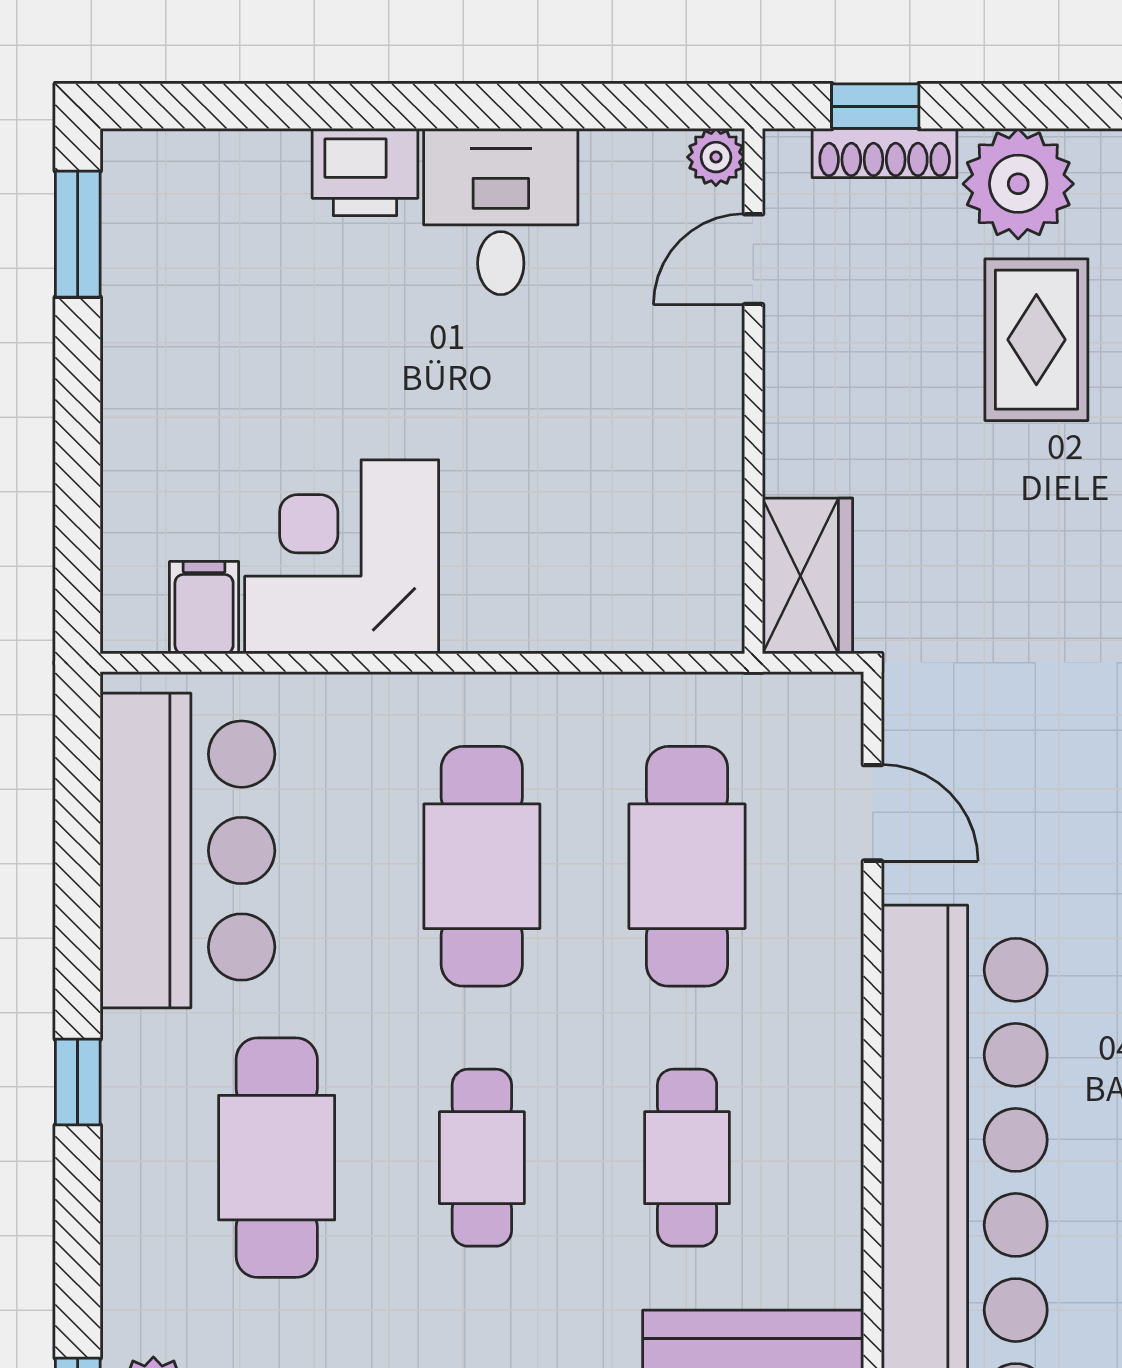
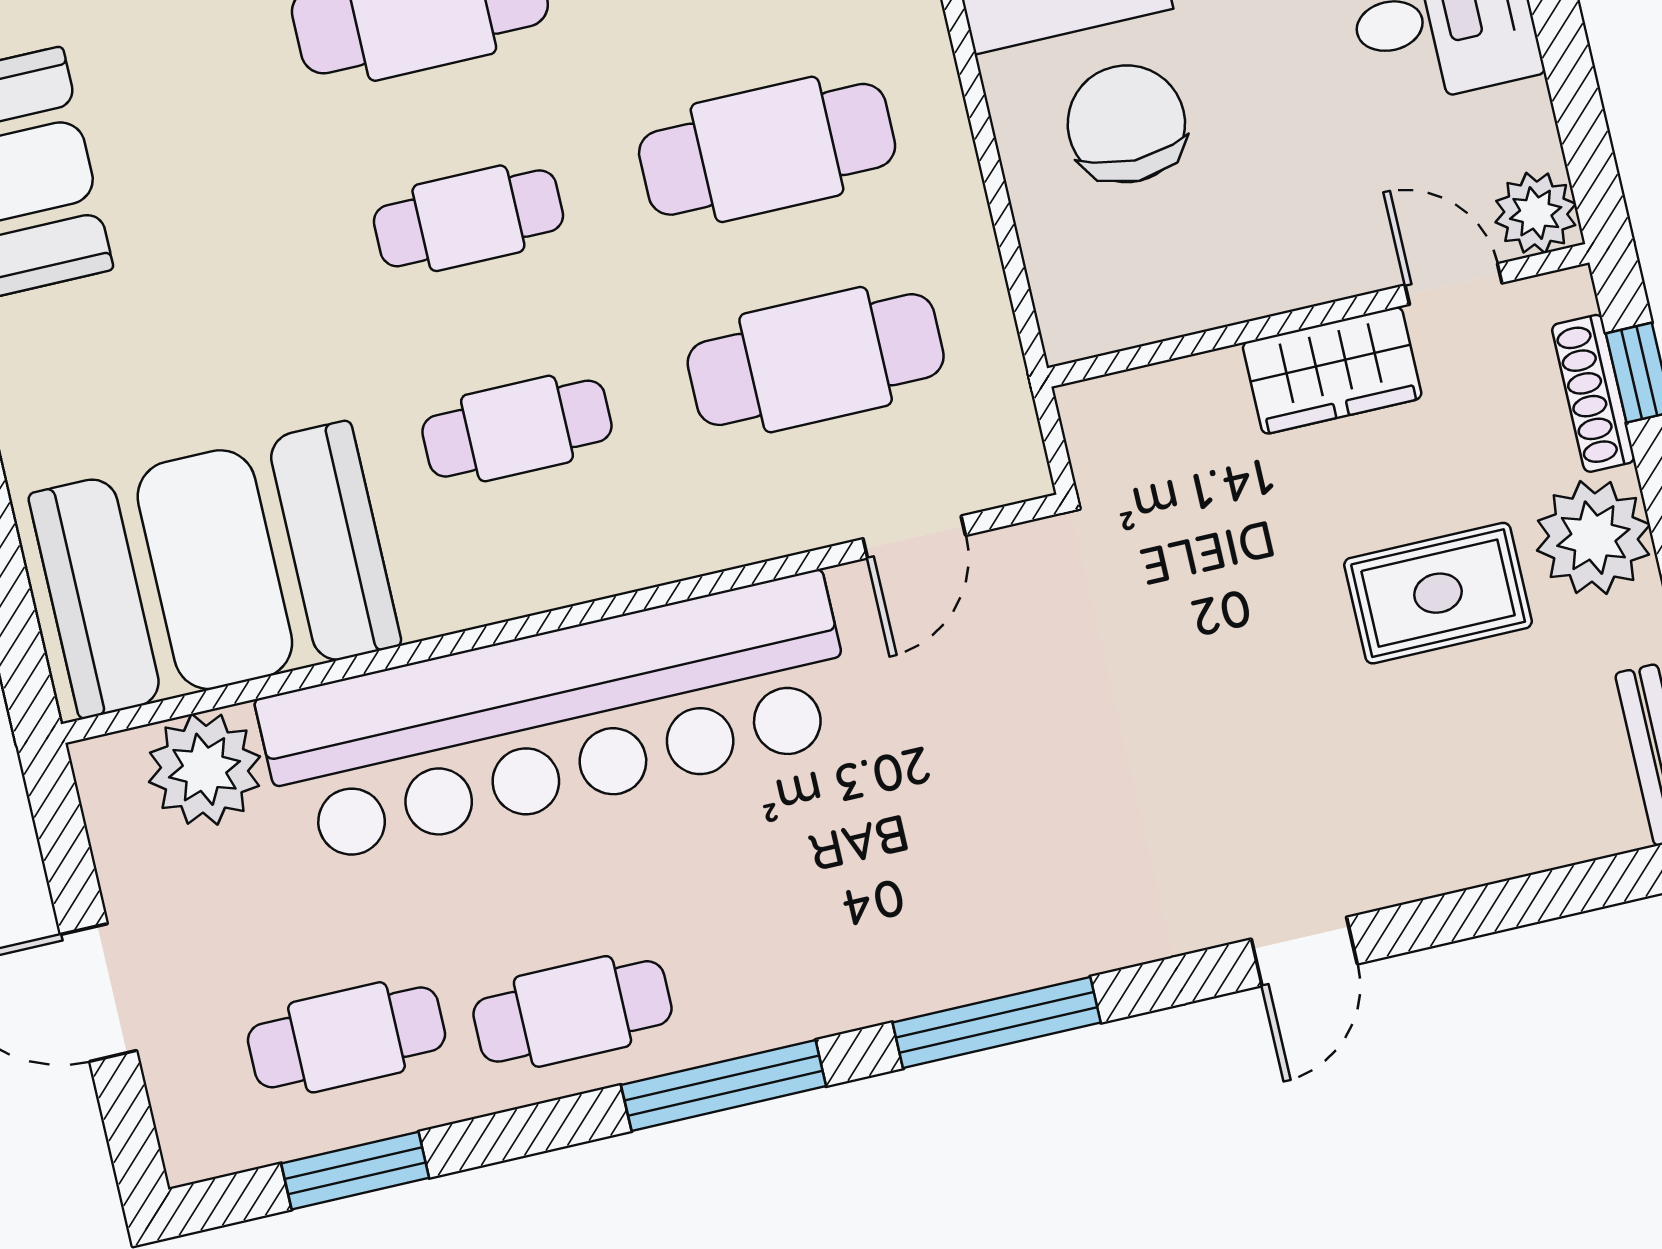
plant: (716, 157) -> (1536, 213), width x1.38, depth x1.38
chair: (535, 528) -> (1126, 124), added
wardrobe: (808, 576) -> (1332, 370), moved

